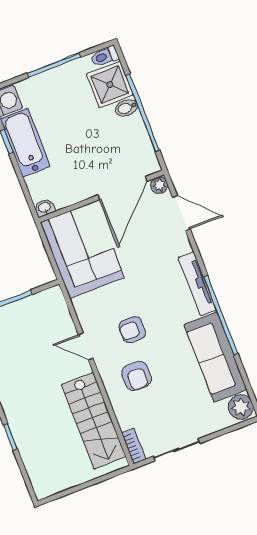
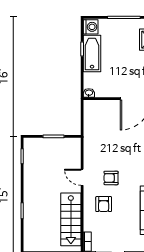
corner sofa: (82, 250) -> (101, 124), removed

